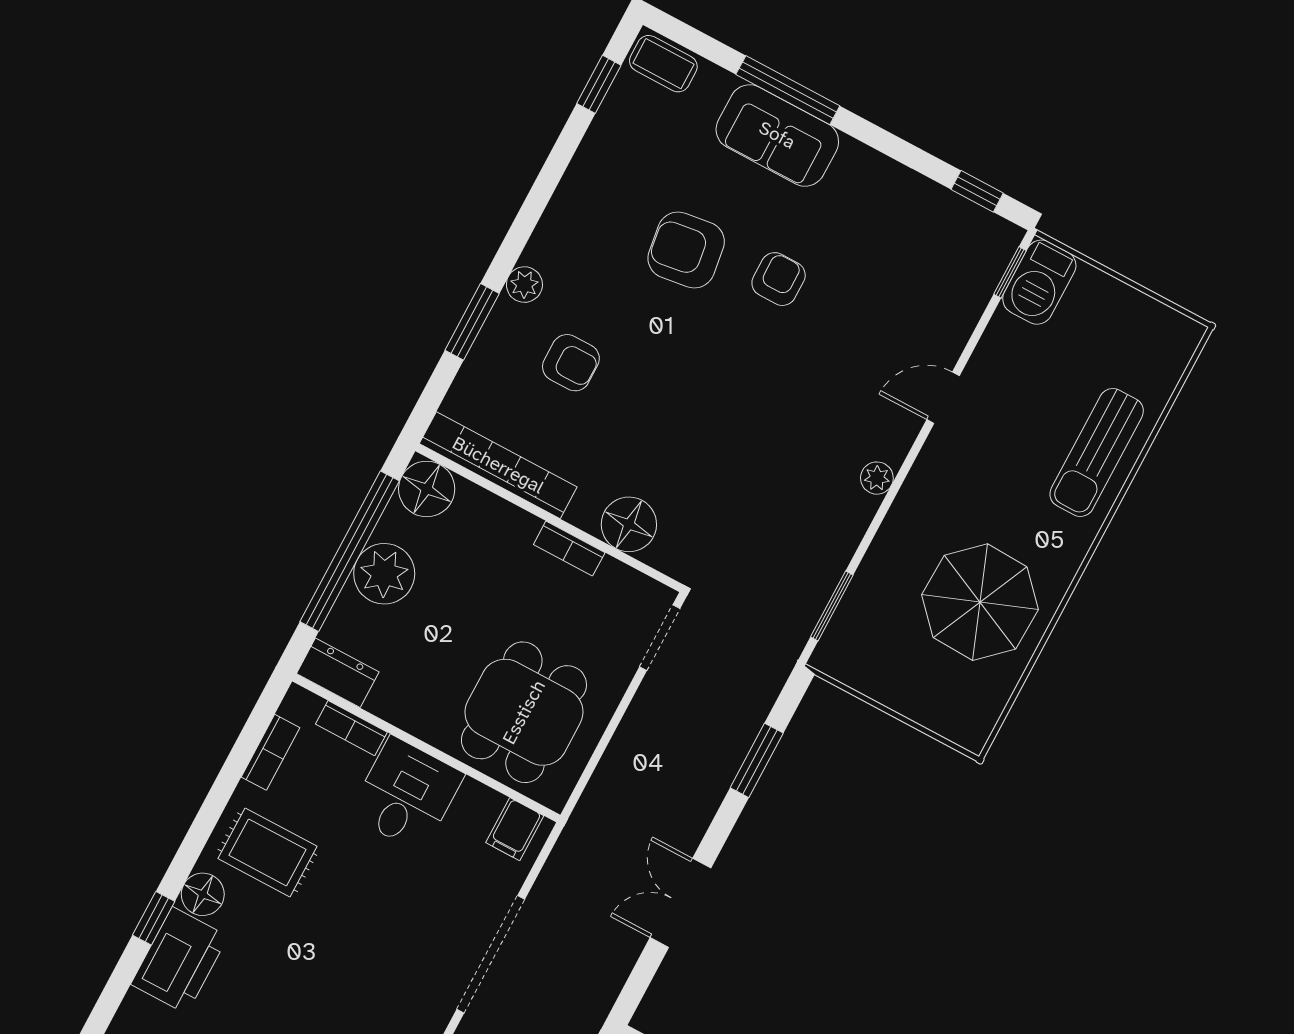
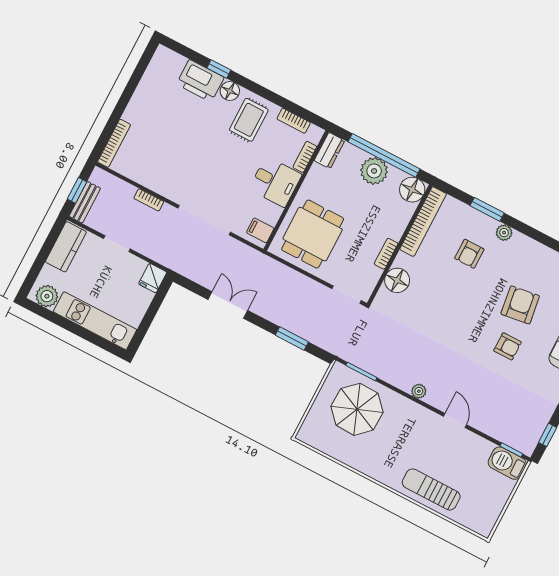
parasol: (980, 602) -> (357, 409), moved
dining table: (524, 712) -> (313, 234), turned 90

